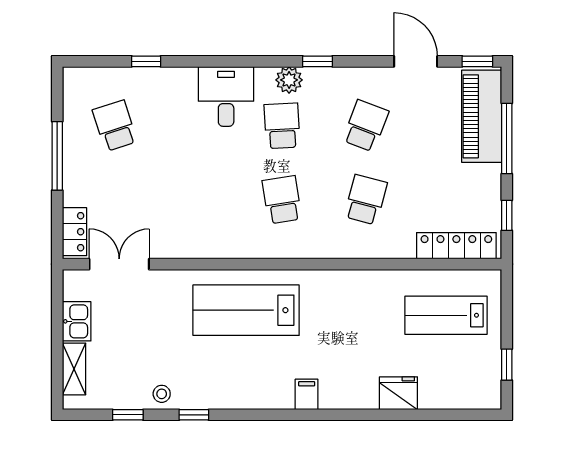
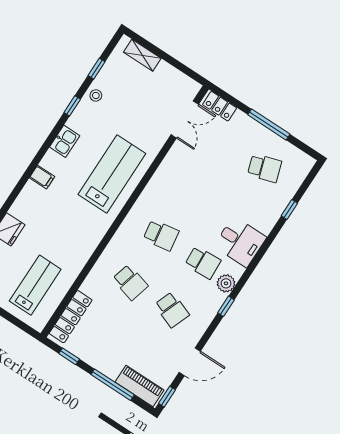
piano: (482, 116) -> (140, 386), width x0.73, depth x0.75
kitchen sink: (77, 321) -> (65, 141), moved, turned -90

